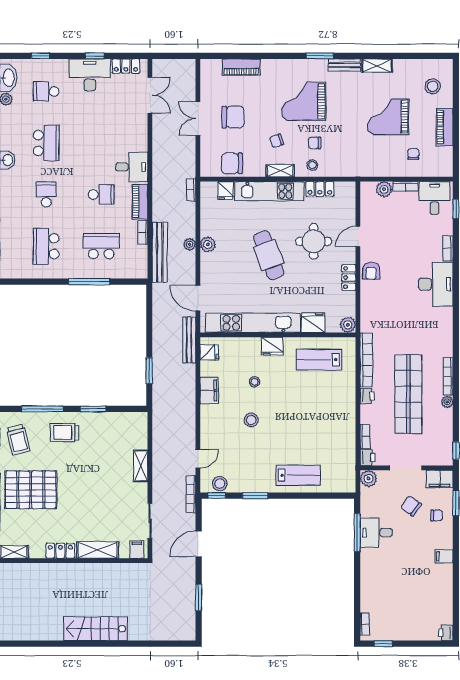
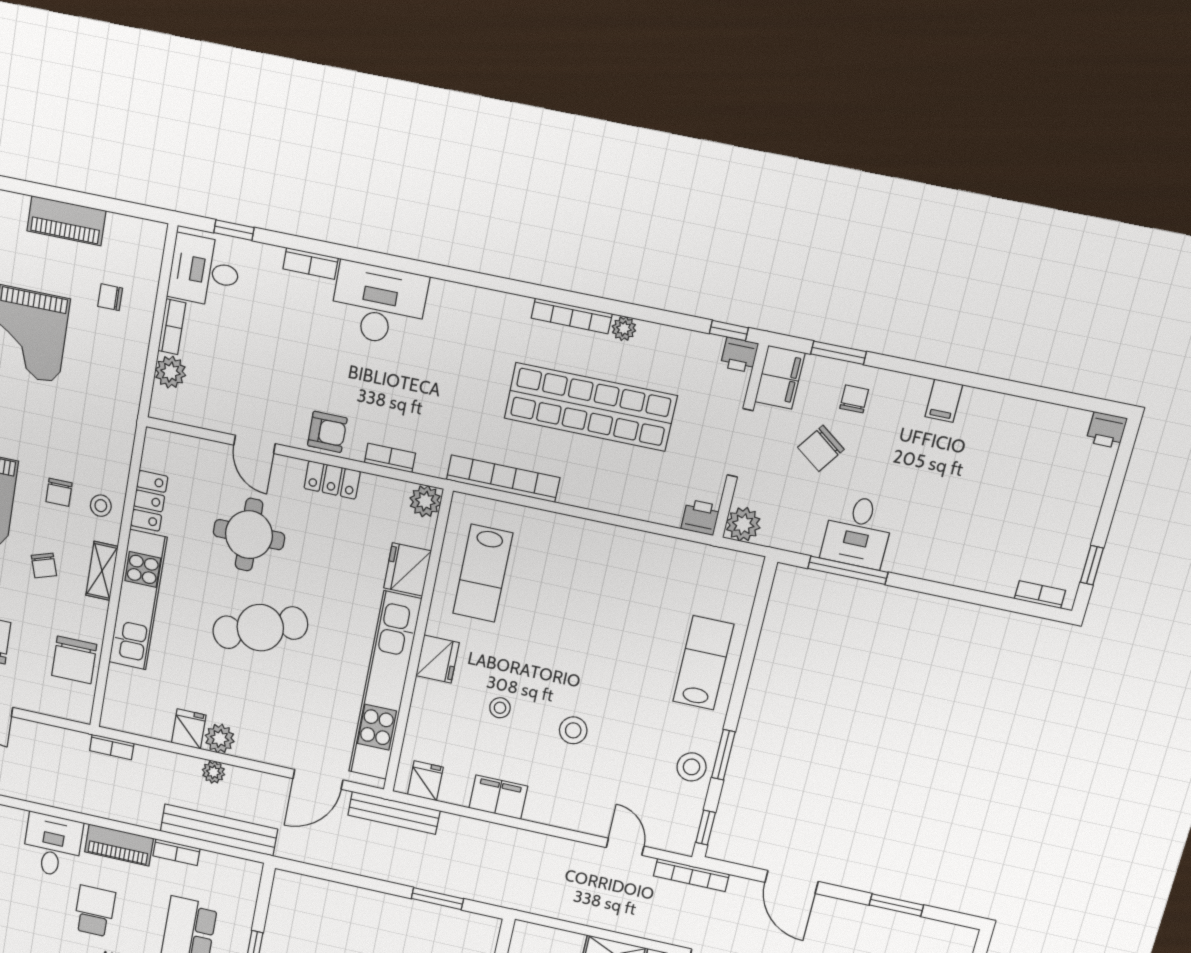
fridge: (226, 191) -> (189, 729), moved, turned -90
printer: (367, 396) -> (739, 355), moved, turned 180
bookcase: (365, 436) -> (390, 458), moved
stool: (220, 484) -> (691, 767), moved

